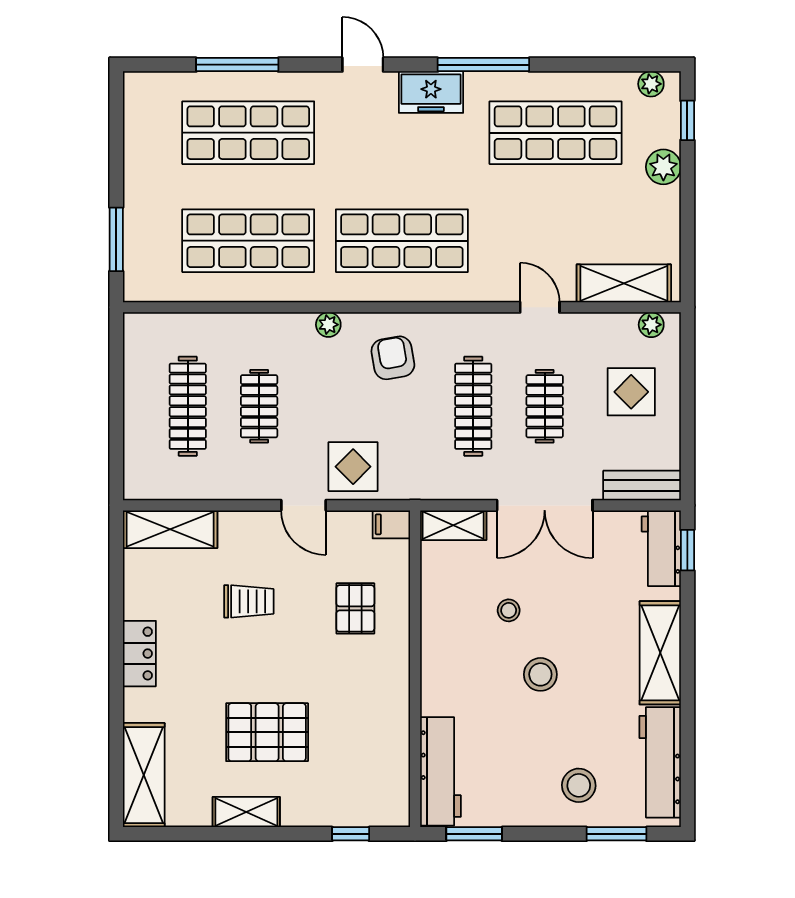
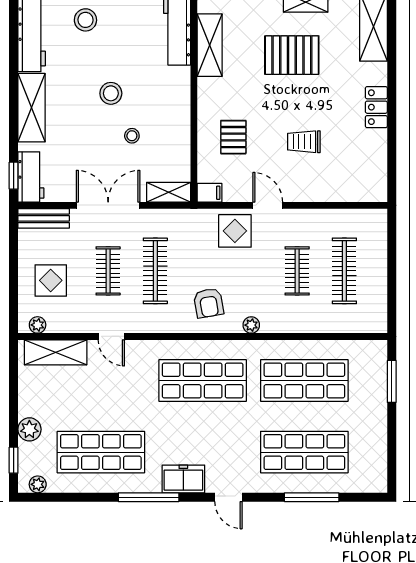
shelving: (170, 529) -> (210, 45), moved, turned 90

